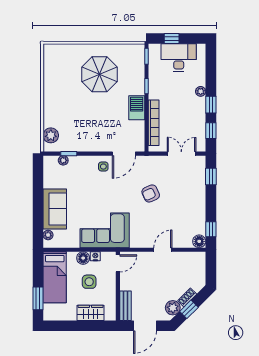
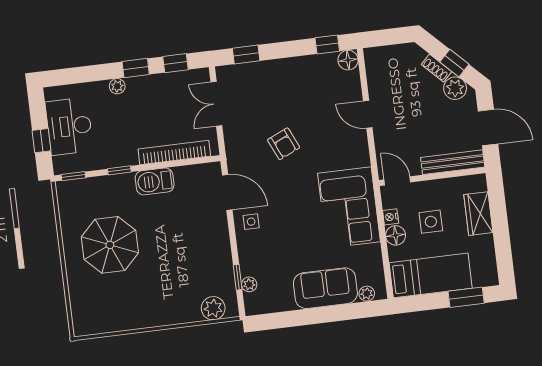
bench: (126, 306) -> (453, 162), width x1.36

